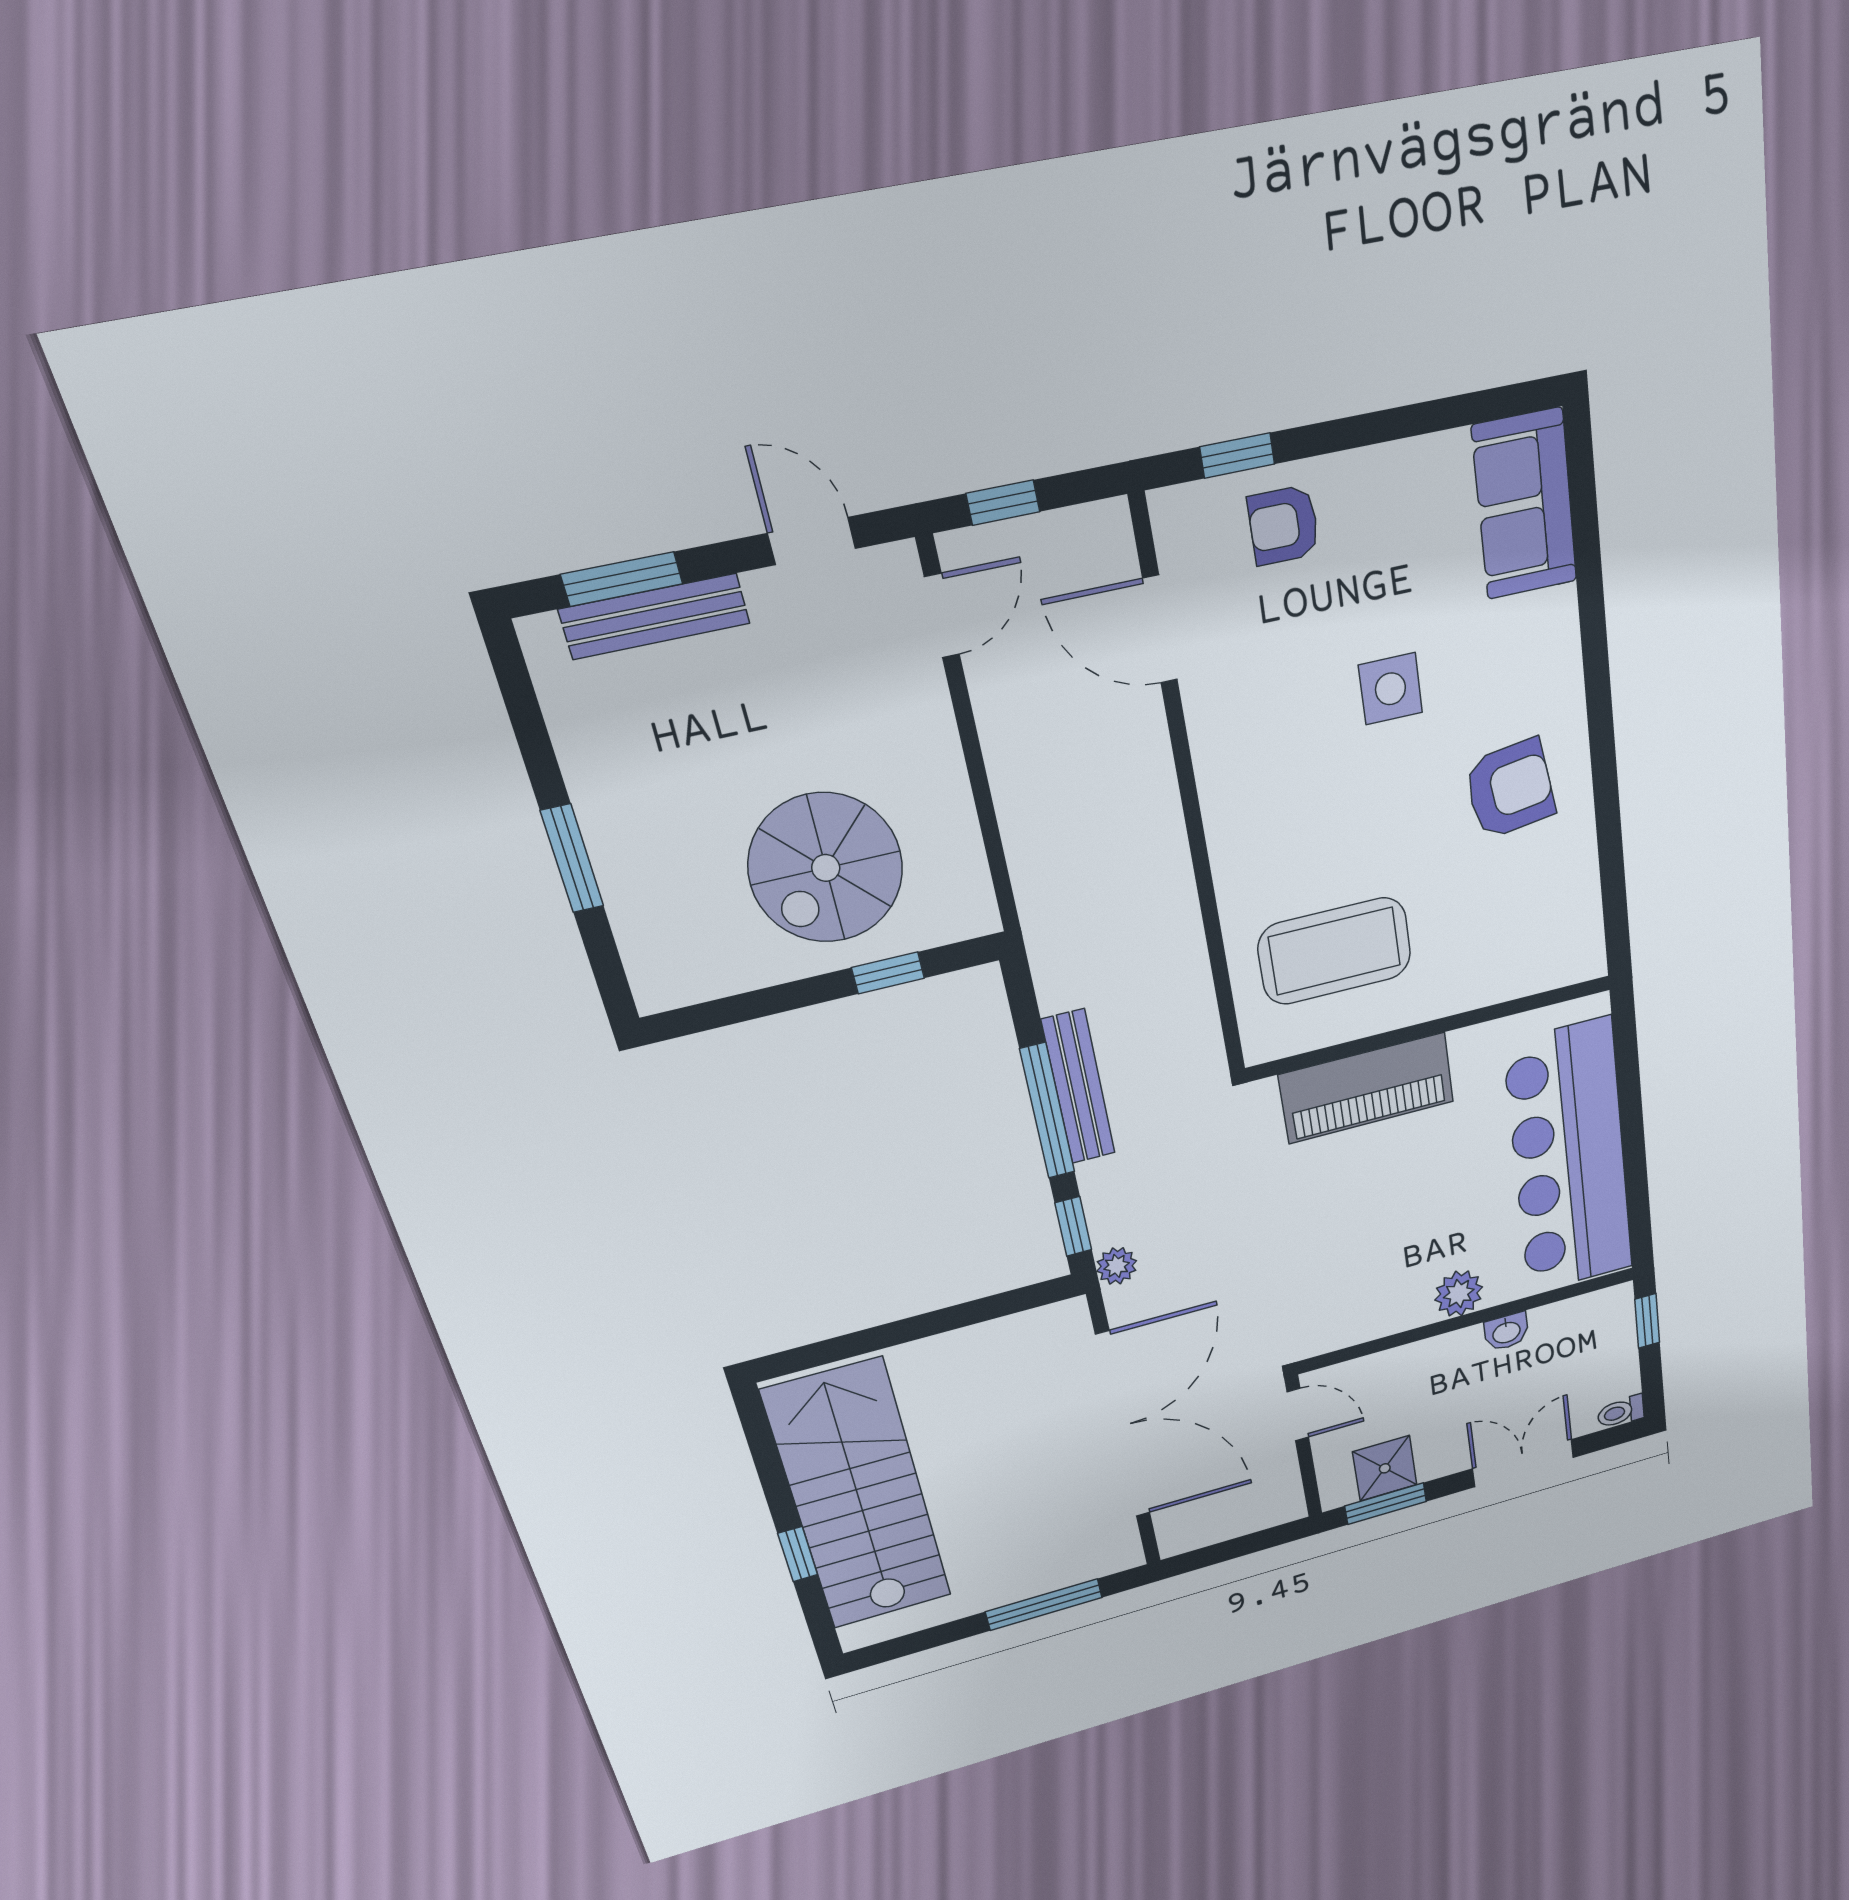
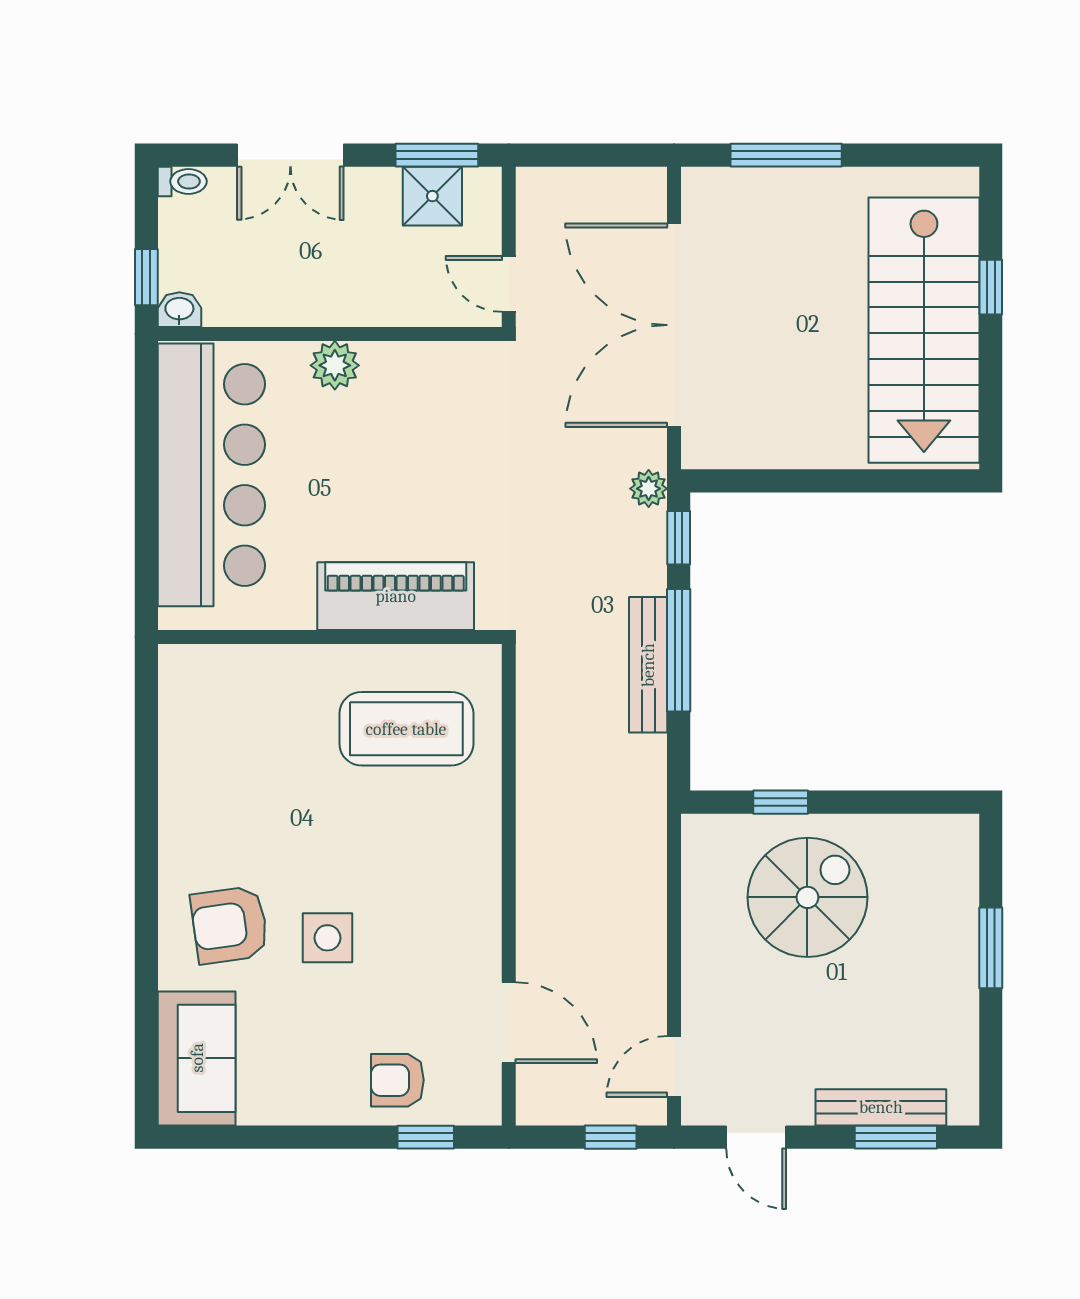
armchair: (1284, 525) -> (397, 1080), turned 180
armchair: (1510, 789) -> (230, 925), moved
washbasin: (1506, 1332) -> (179, 310), moved

